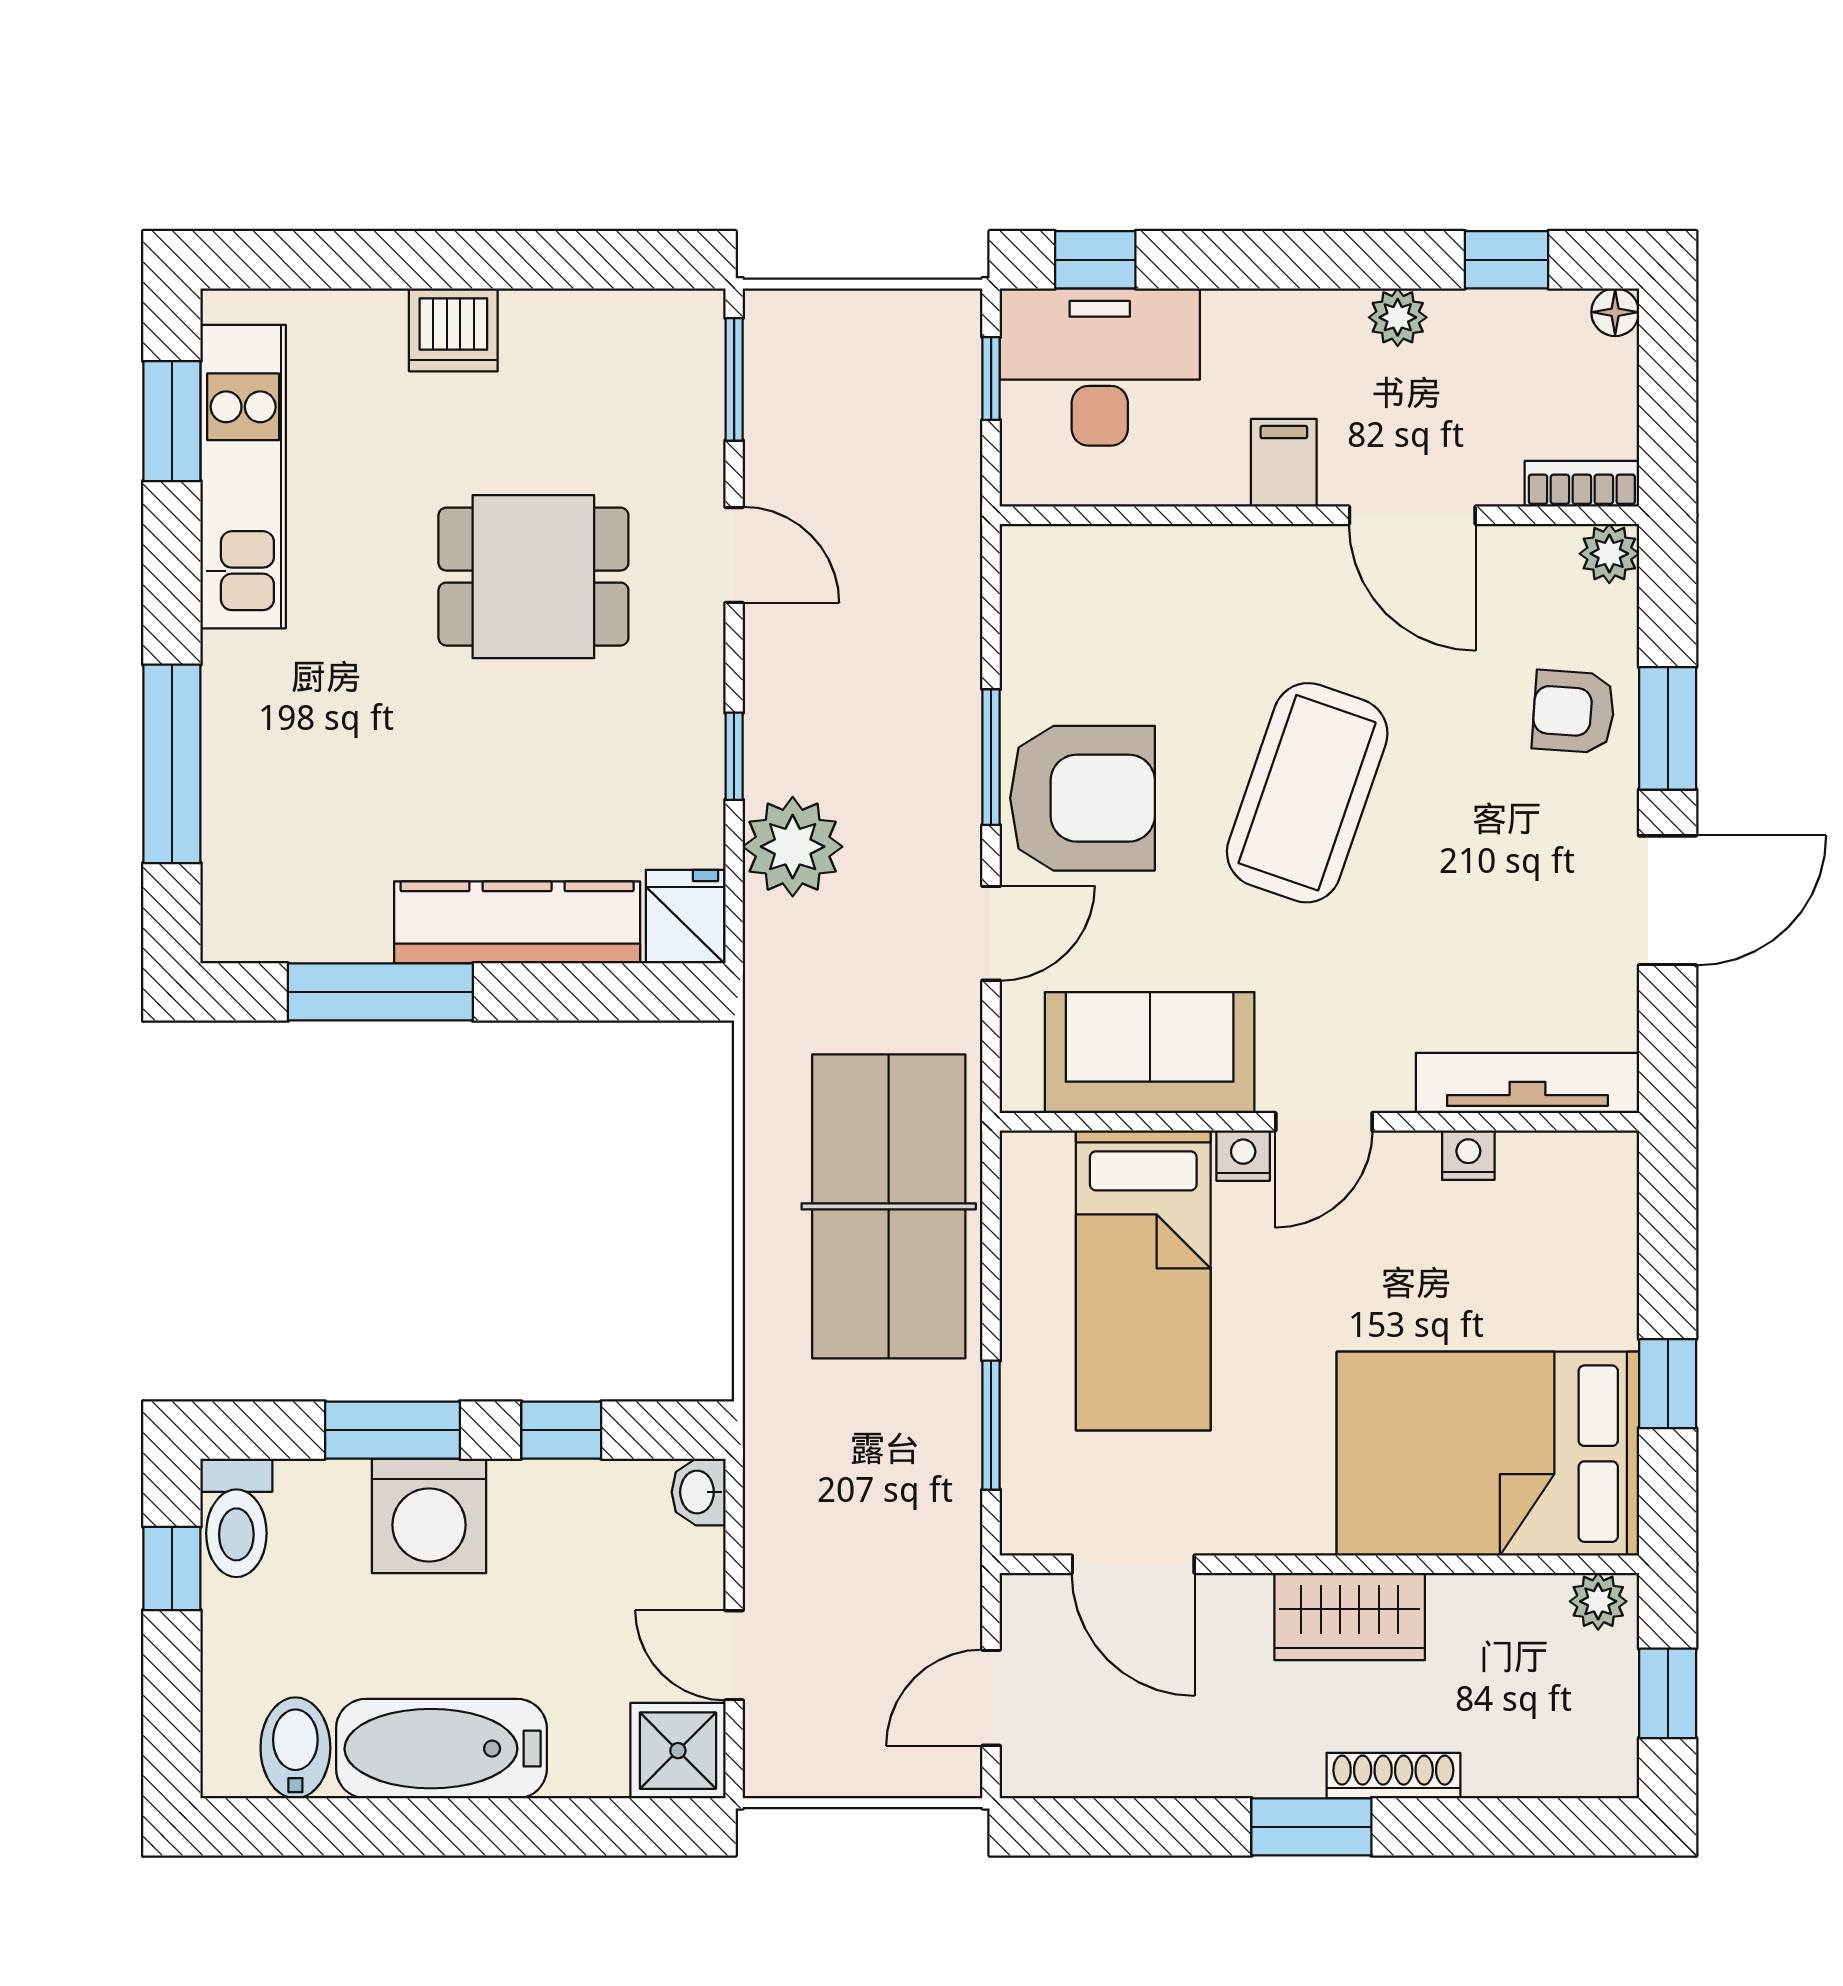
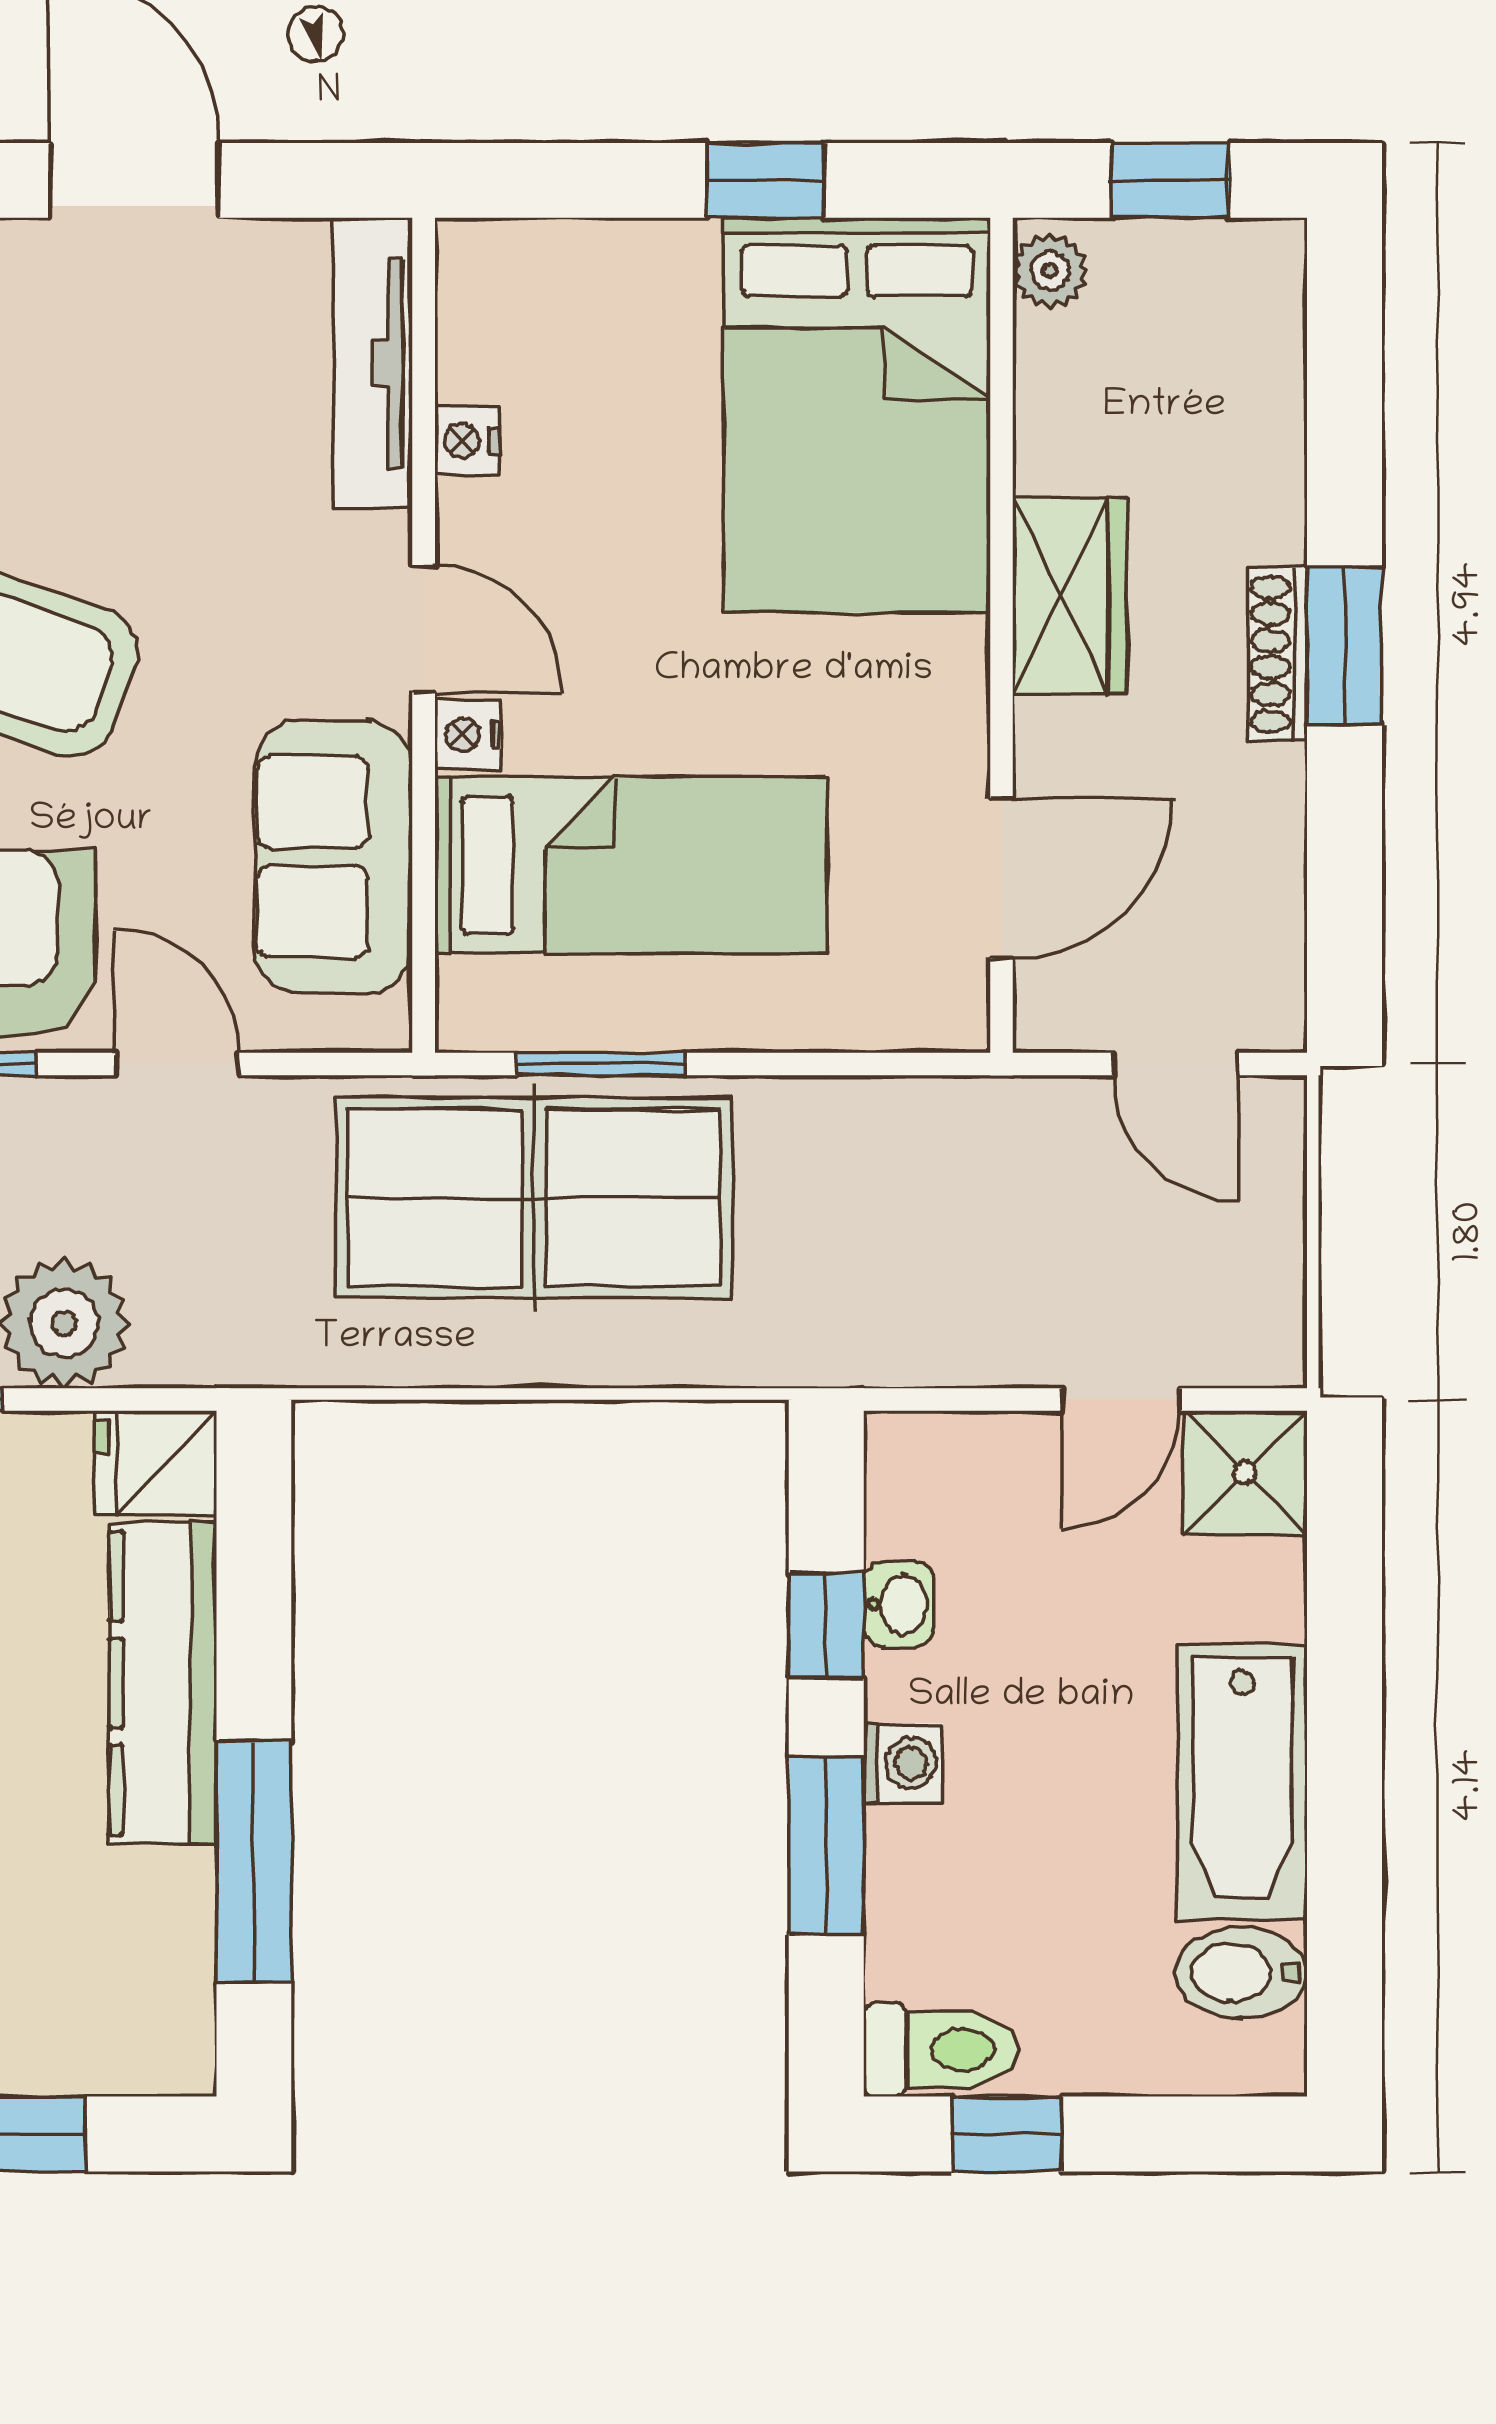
window: (991, 1425) -> (601, 1064), moved
washbasin: (699, 1492) -> (899, 1604), moved, turned -90
washing machine: (429, 1516) -> (903, 1763), width x0.53, depth x0.53
shoe rack: (1393, 1776) -> (1277, 654), moved

